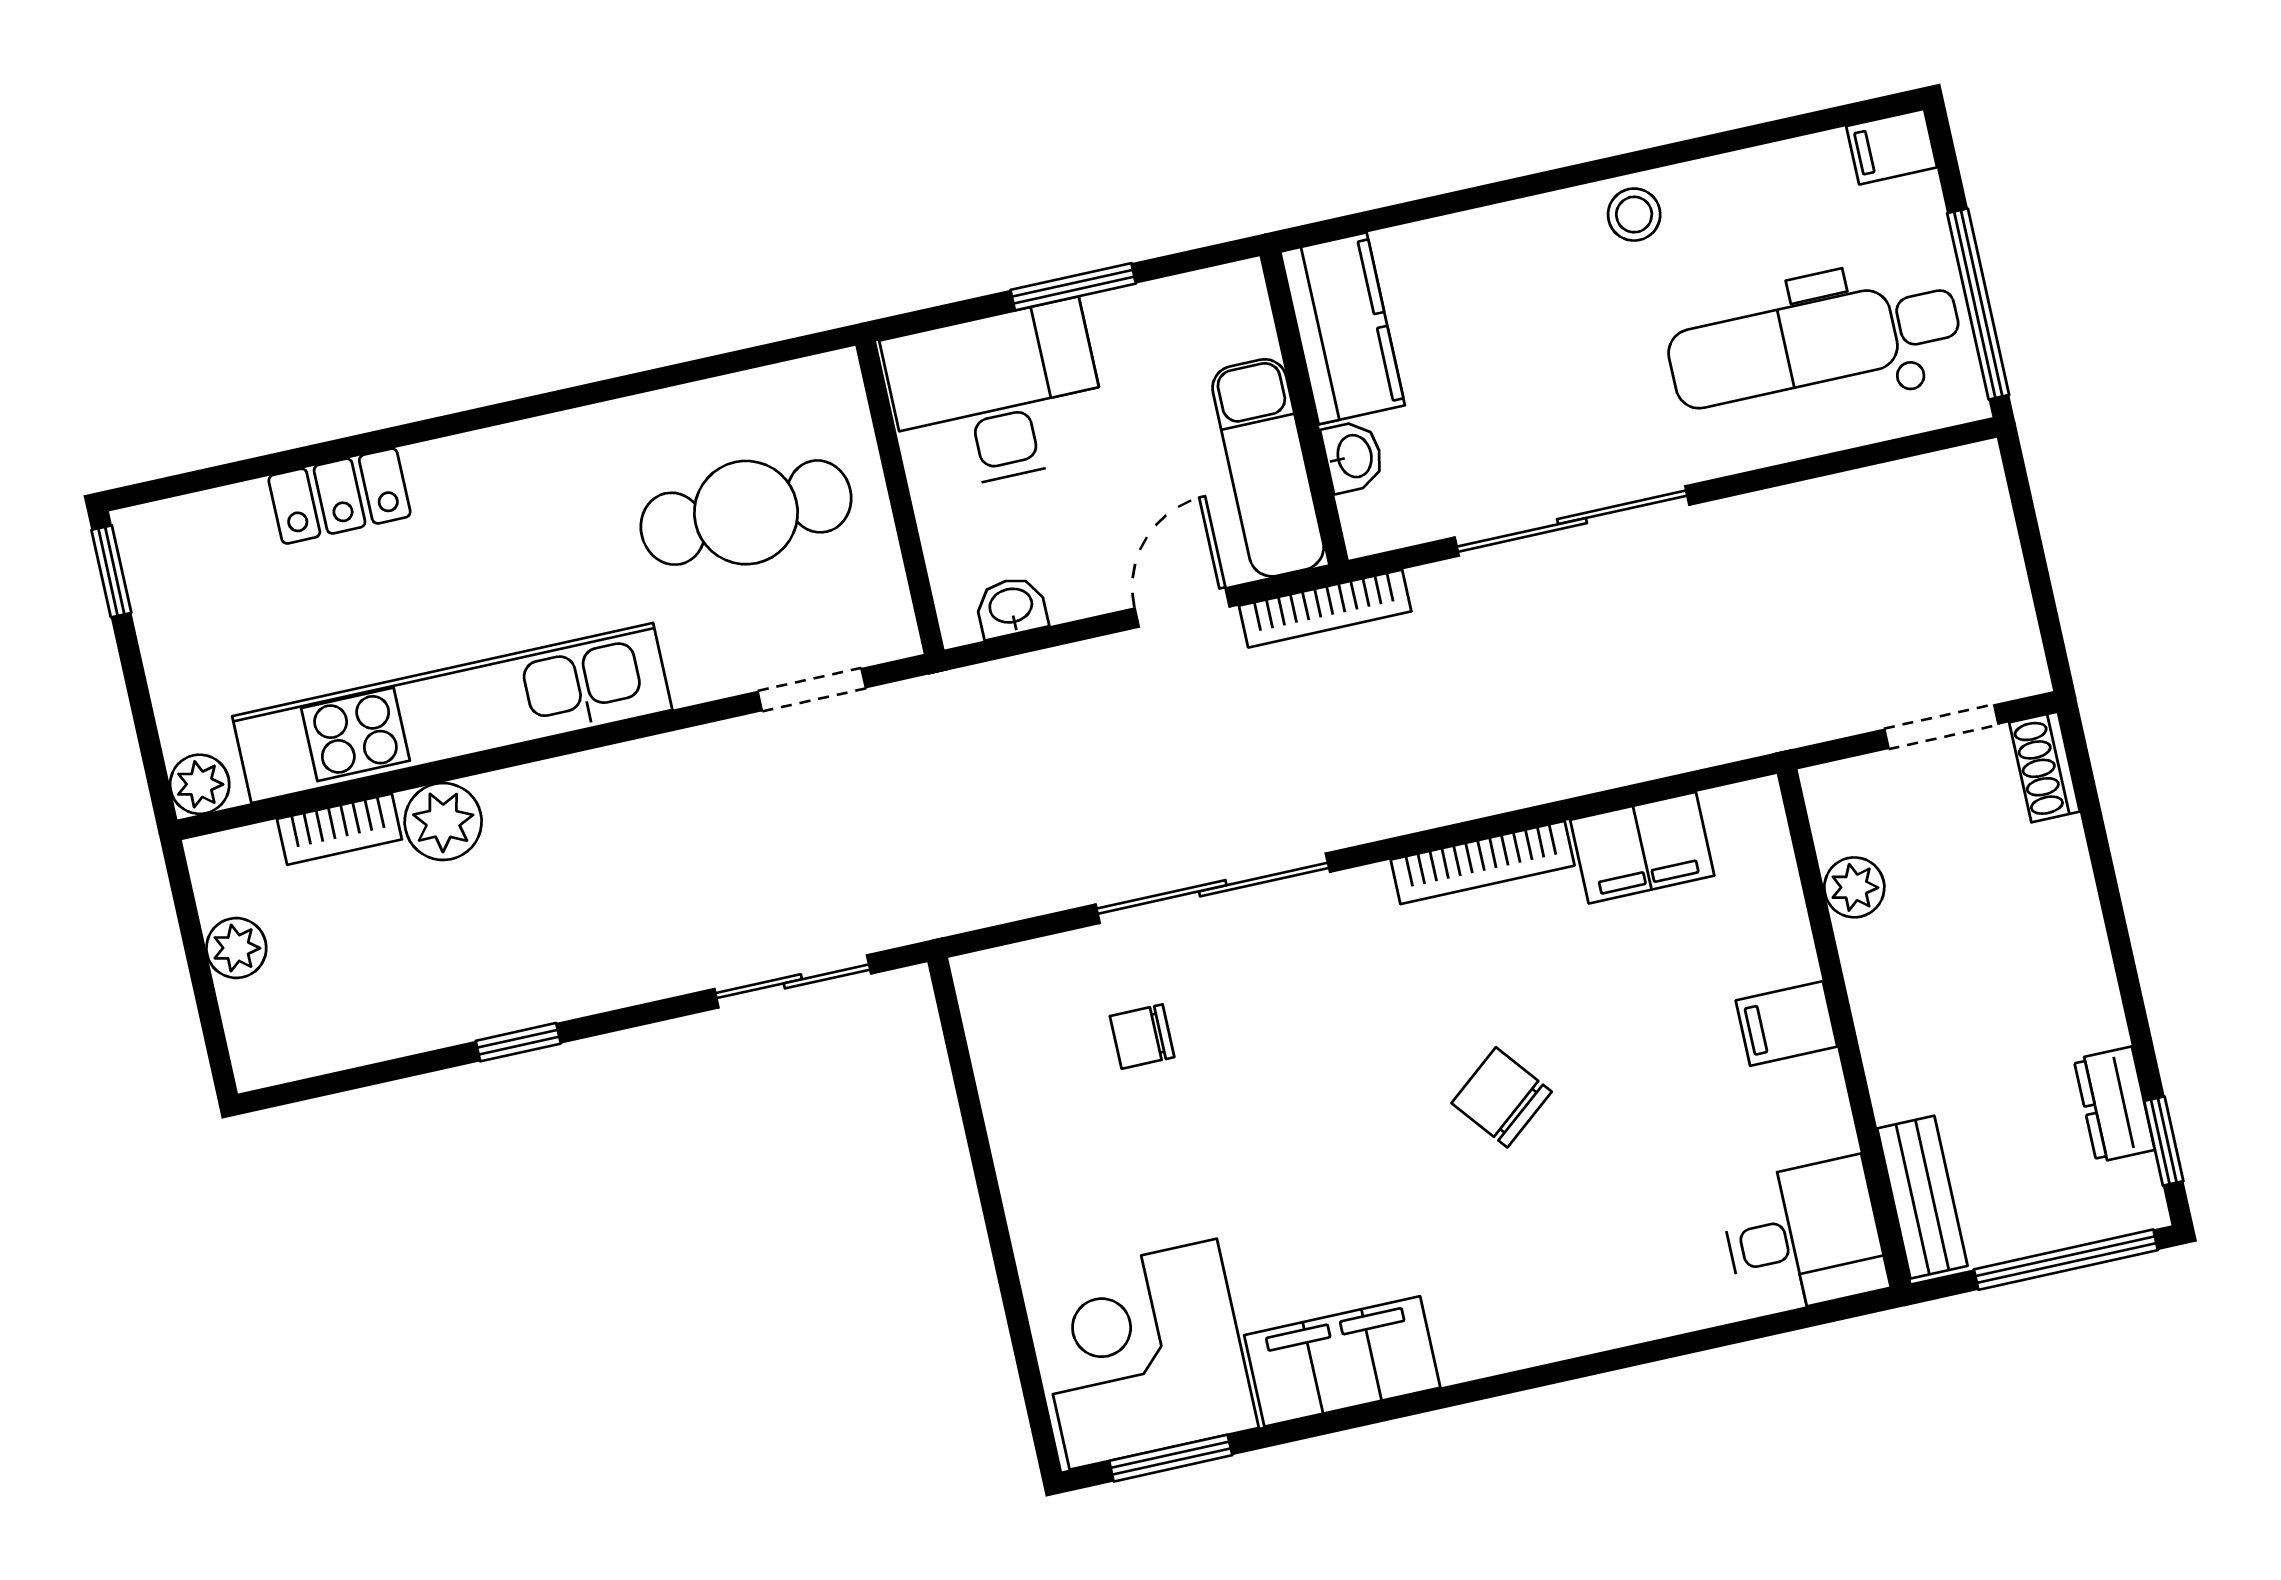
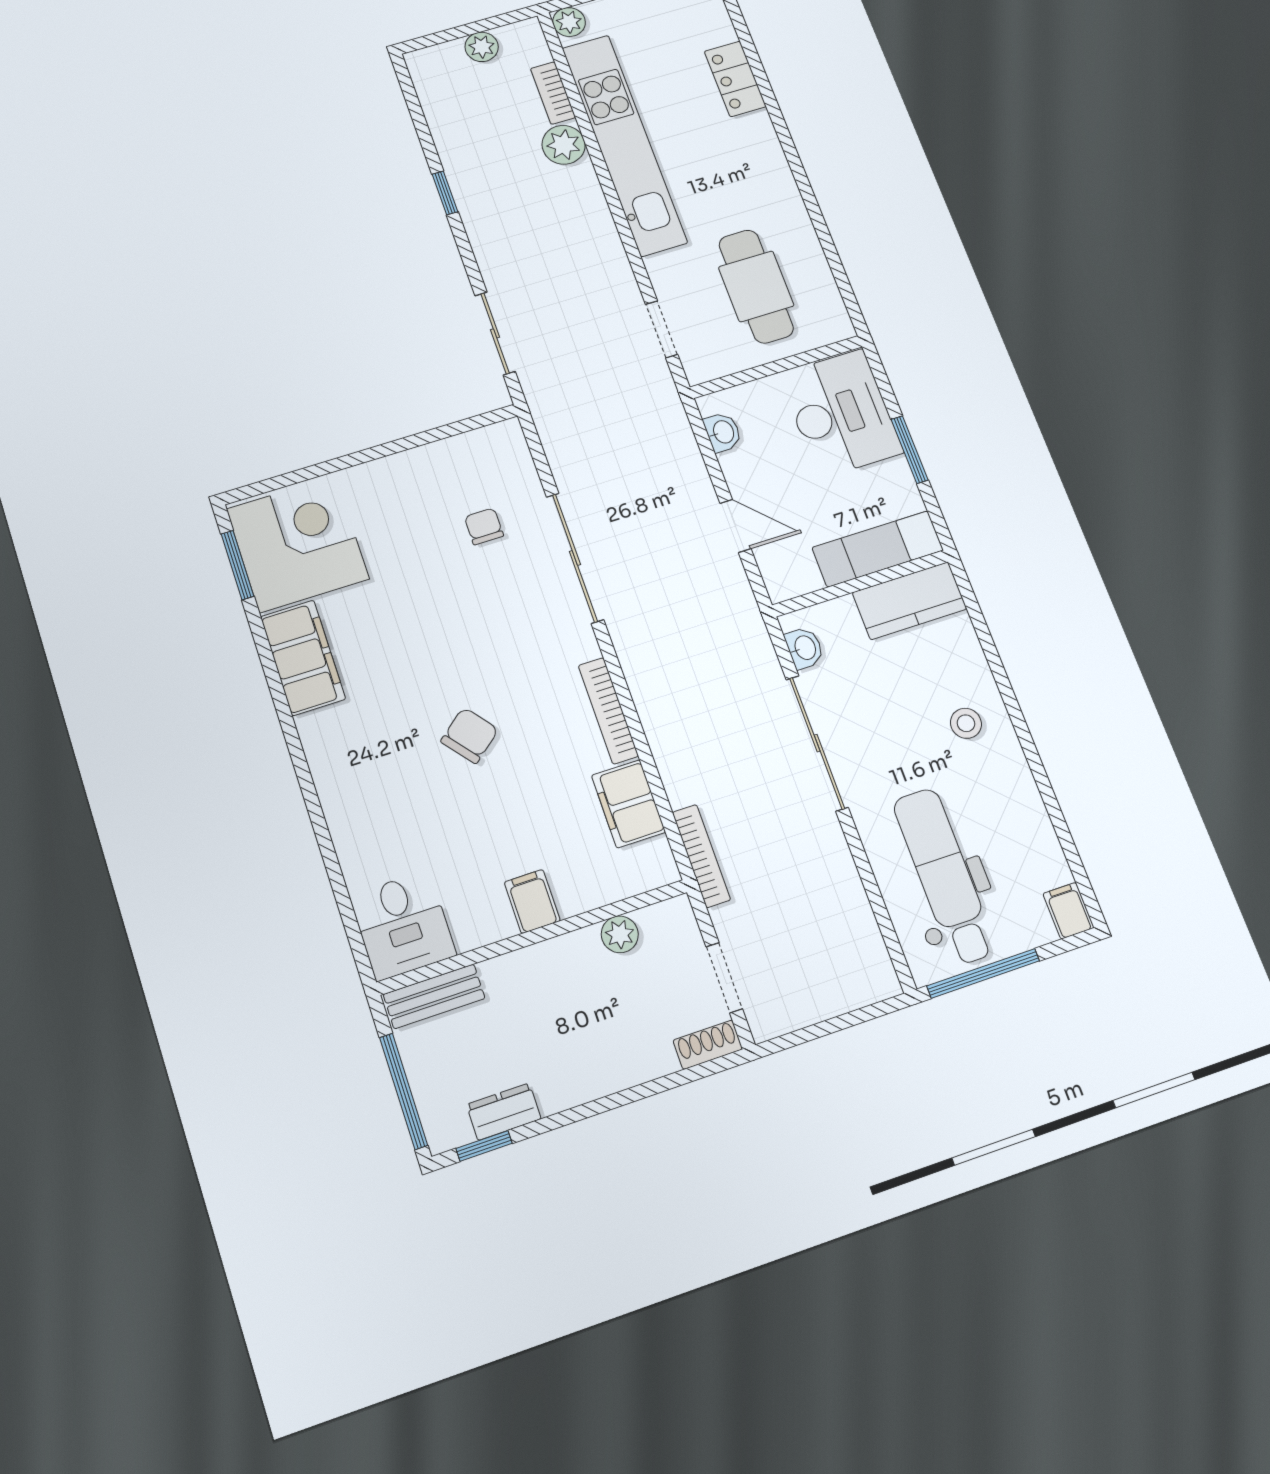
stool: (1634, 215) -> (966, 723), moved
washbasin: (1353, 456) -> (804, 648), moved, turned -90
exam couch: (1268, 468) -> (878, 549), moved
bookcase: (1325, 609) -> (701, 856), moved, turned 180

